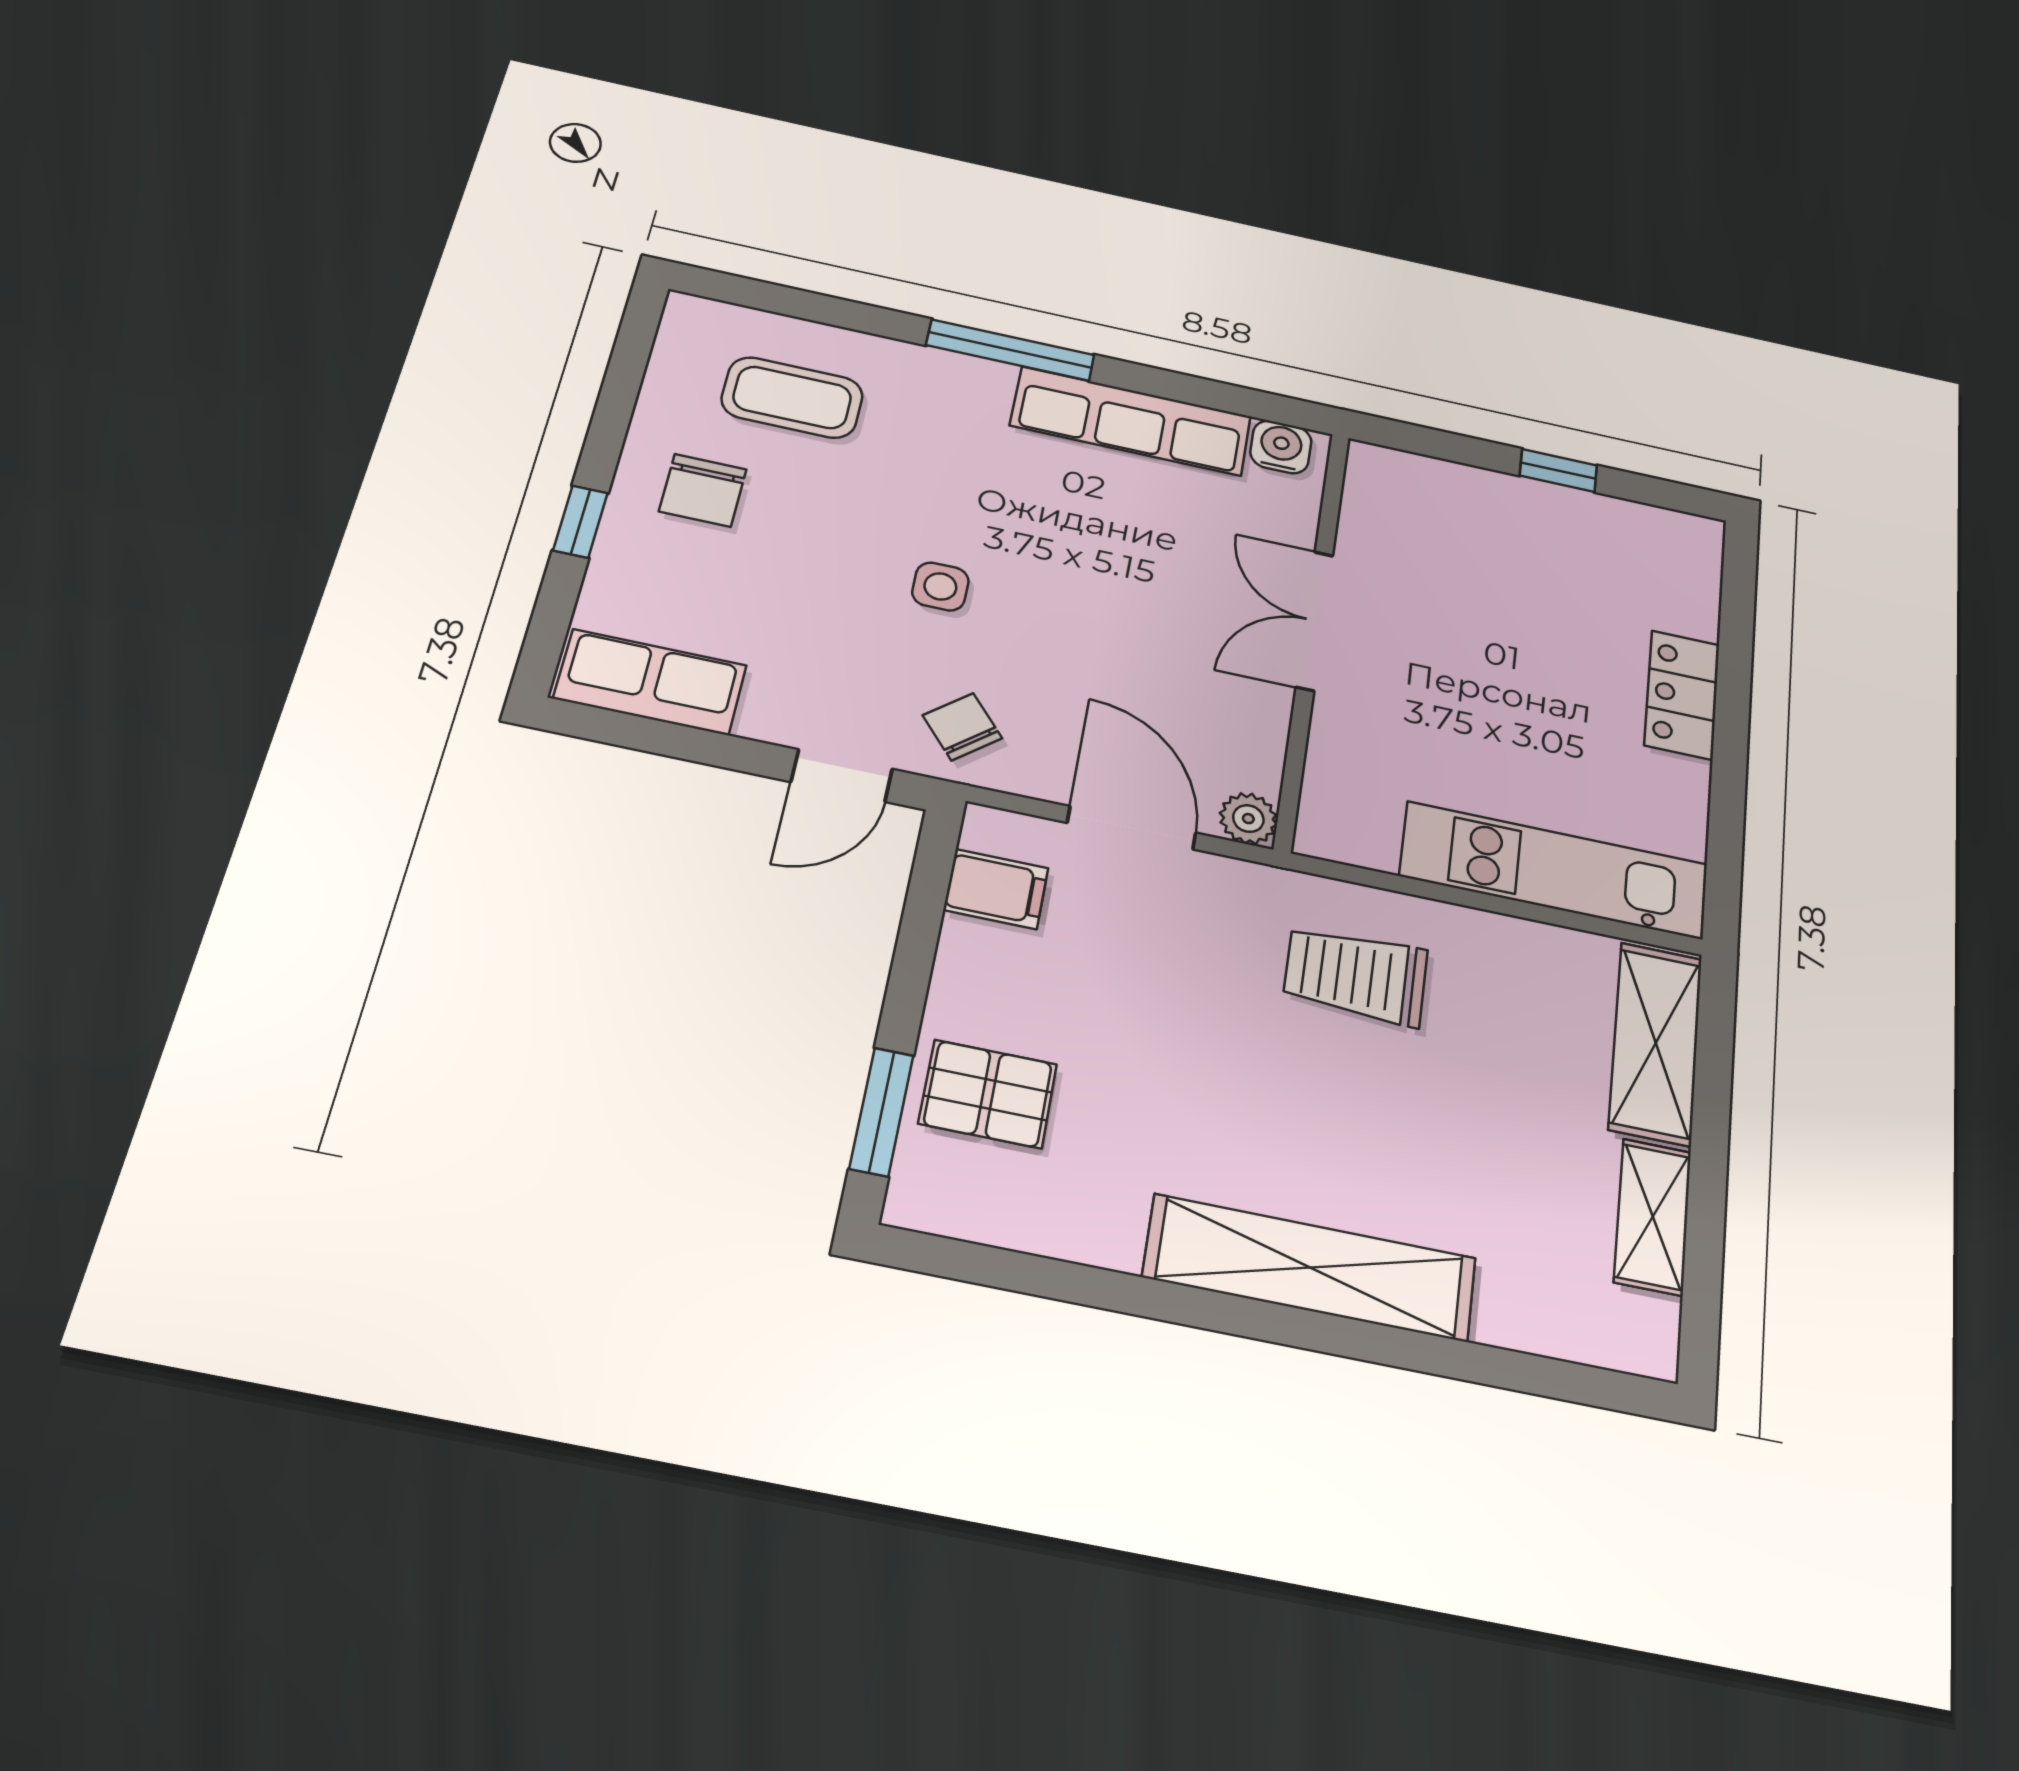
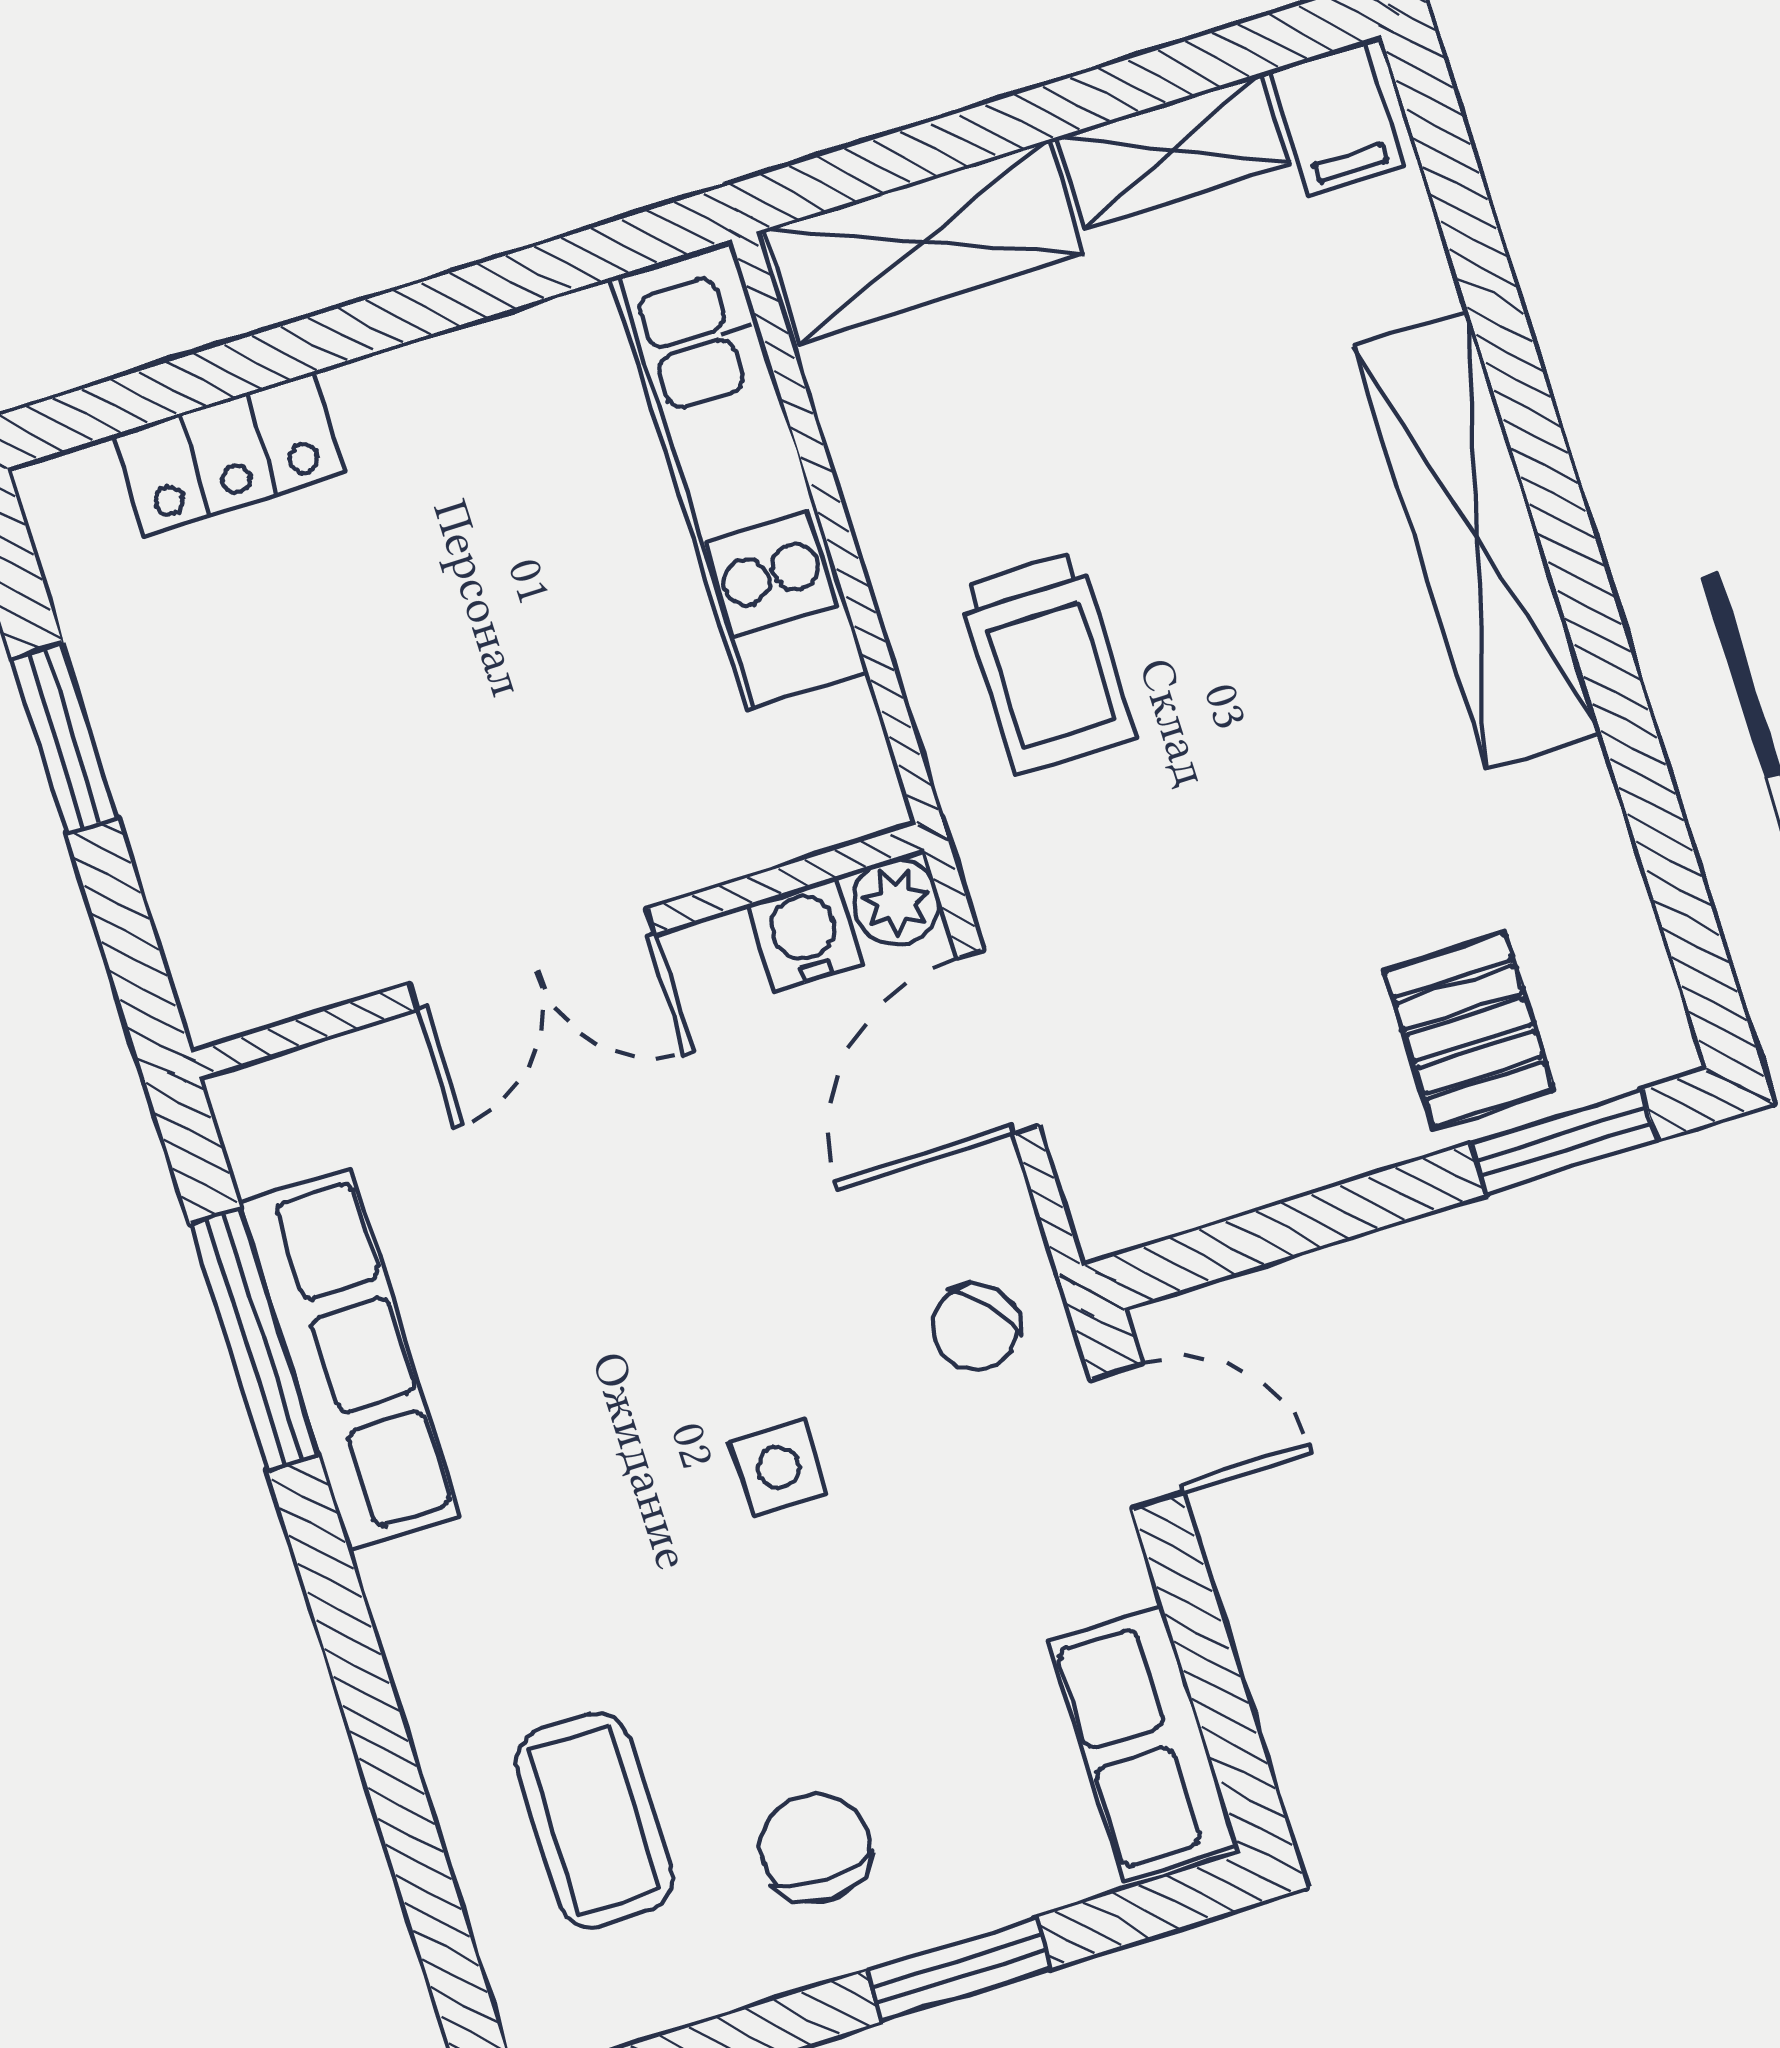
window: (1010, 350) -> (254, 1340), moved
water cooler: (1281, 447) -> (805, 934), moved, turned 90
window: (1558, 470) -> (65, 738), width x1.50
chair: (703, 490) -> (815, 1848), turned -90
window: (580, 522) -> (959, 1969), width x1.50
locker: (1682, 695) -> (228, 454), moved
filing cabinet: (996, 889) -> (1337, 118), moved, turned 180

